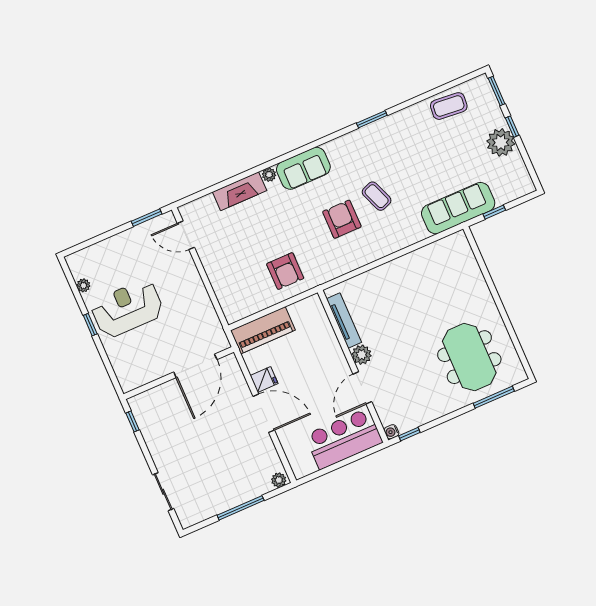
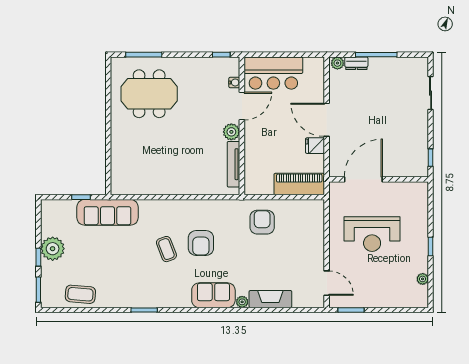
reception desk: (127, 309) -> (372, 234), moved
meeting table: (469, 357) -> (149, 94), turned 90
water cooler: (391, 432) -> (234, 82), moved
dresser: (258, 489) -> (356, 63), added

